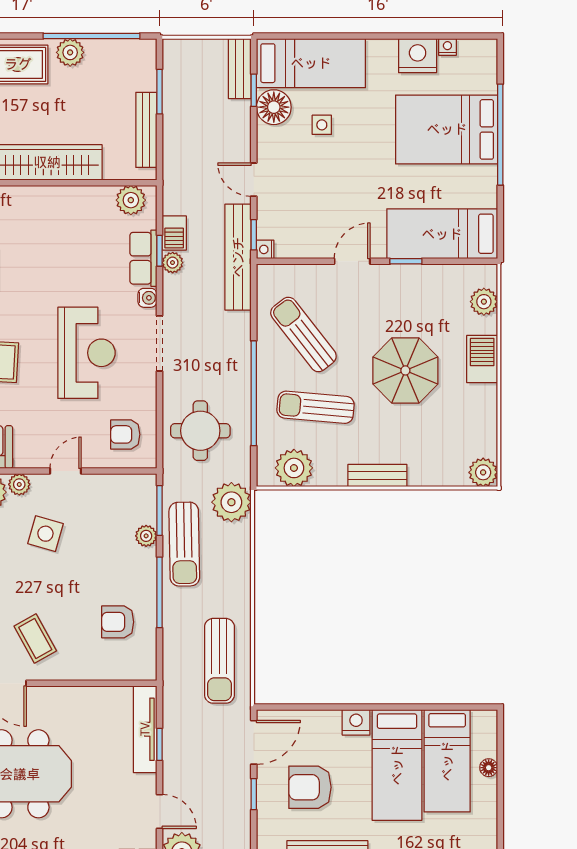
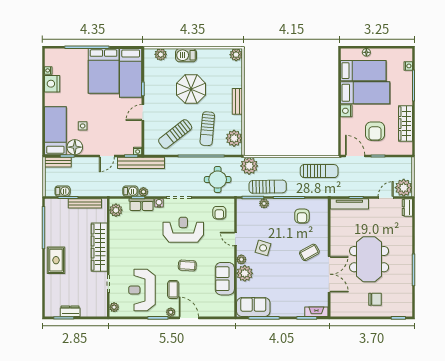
plant: (70, 52) -> (51, 237), removed
barbecue: (174, 79) -> (63, 191), added
bed: (447, 129) -> (104, 71), moved
door: (352, 261) -> (143, 113), hinge flipped

